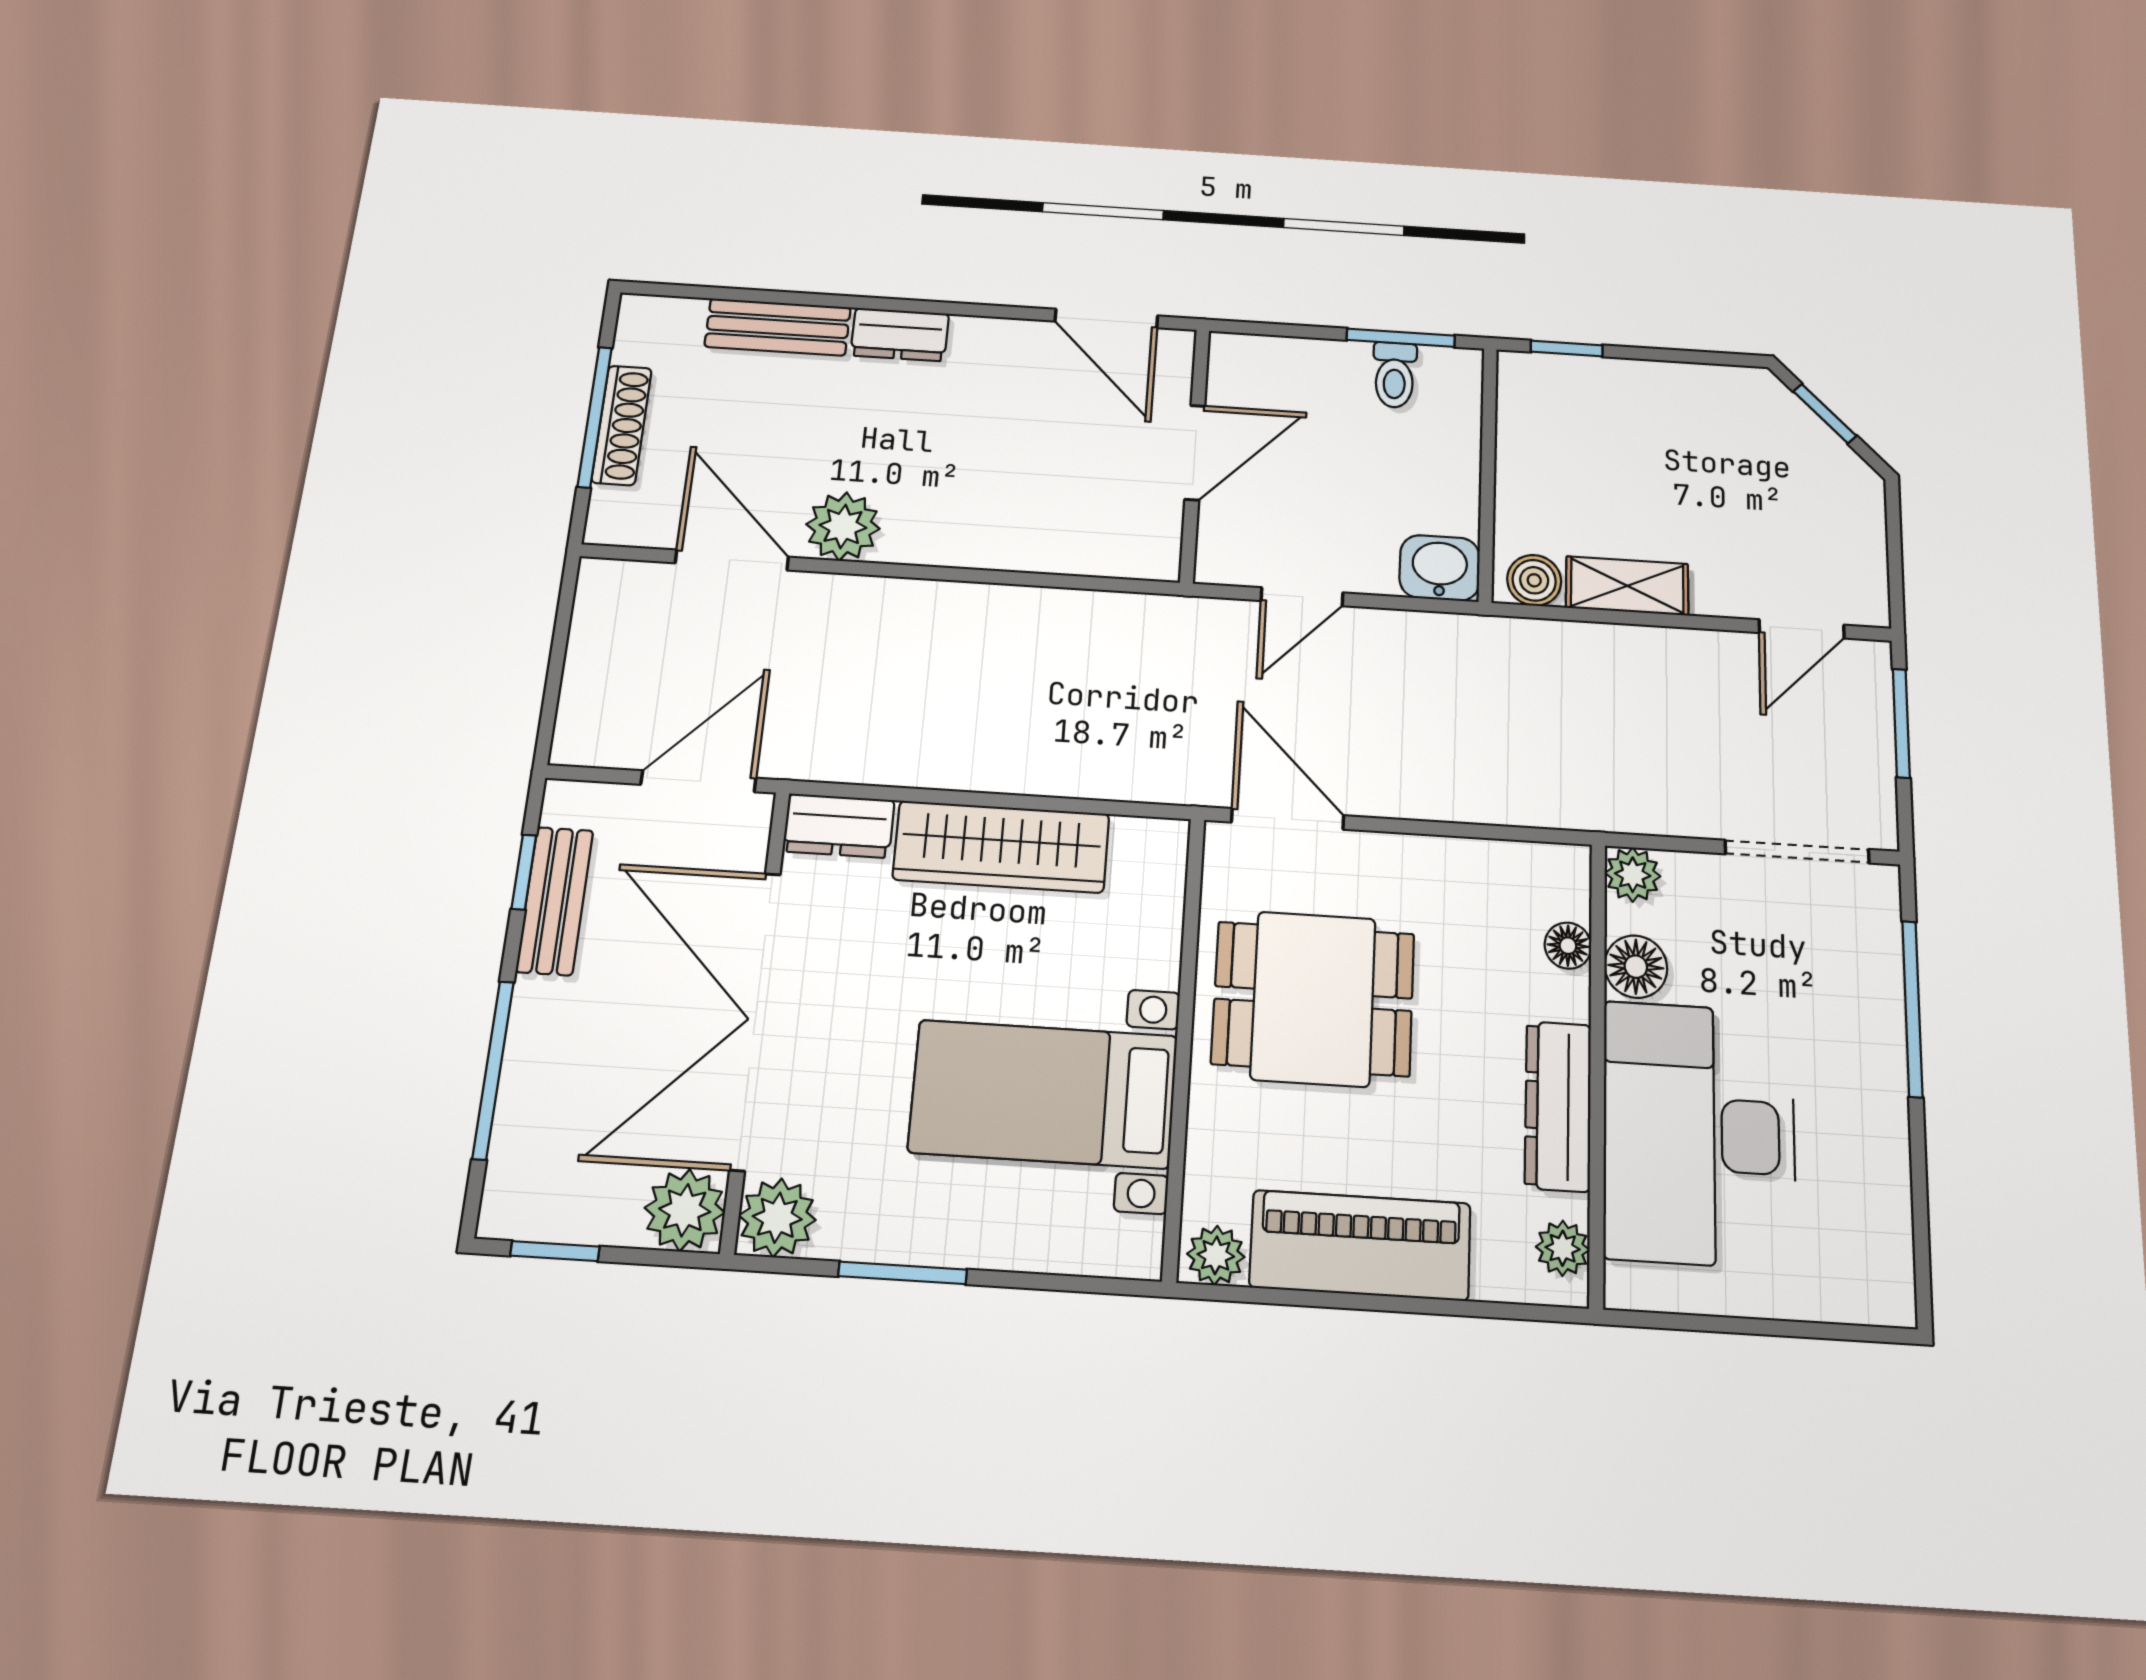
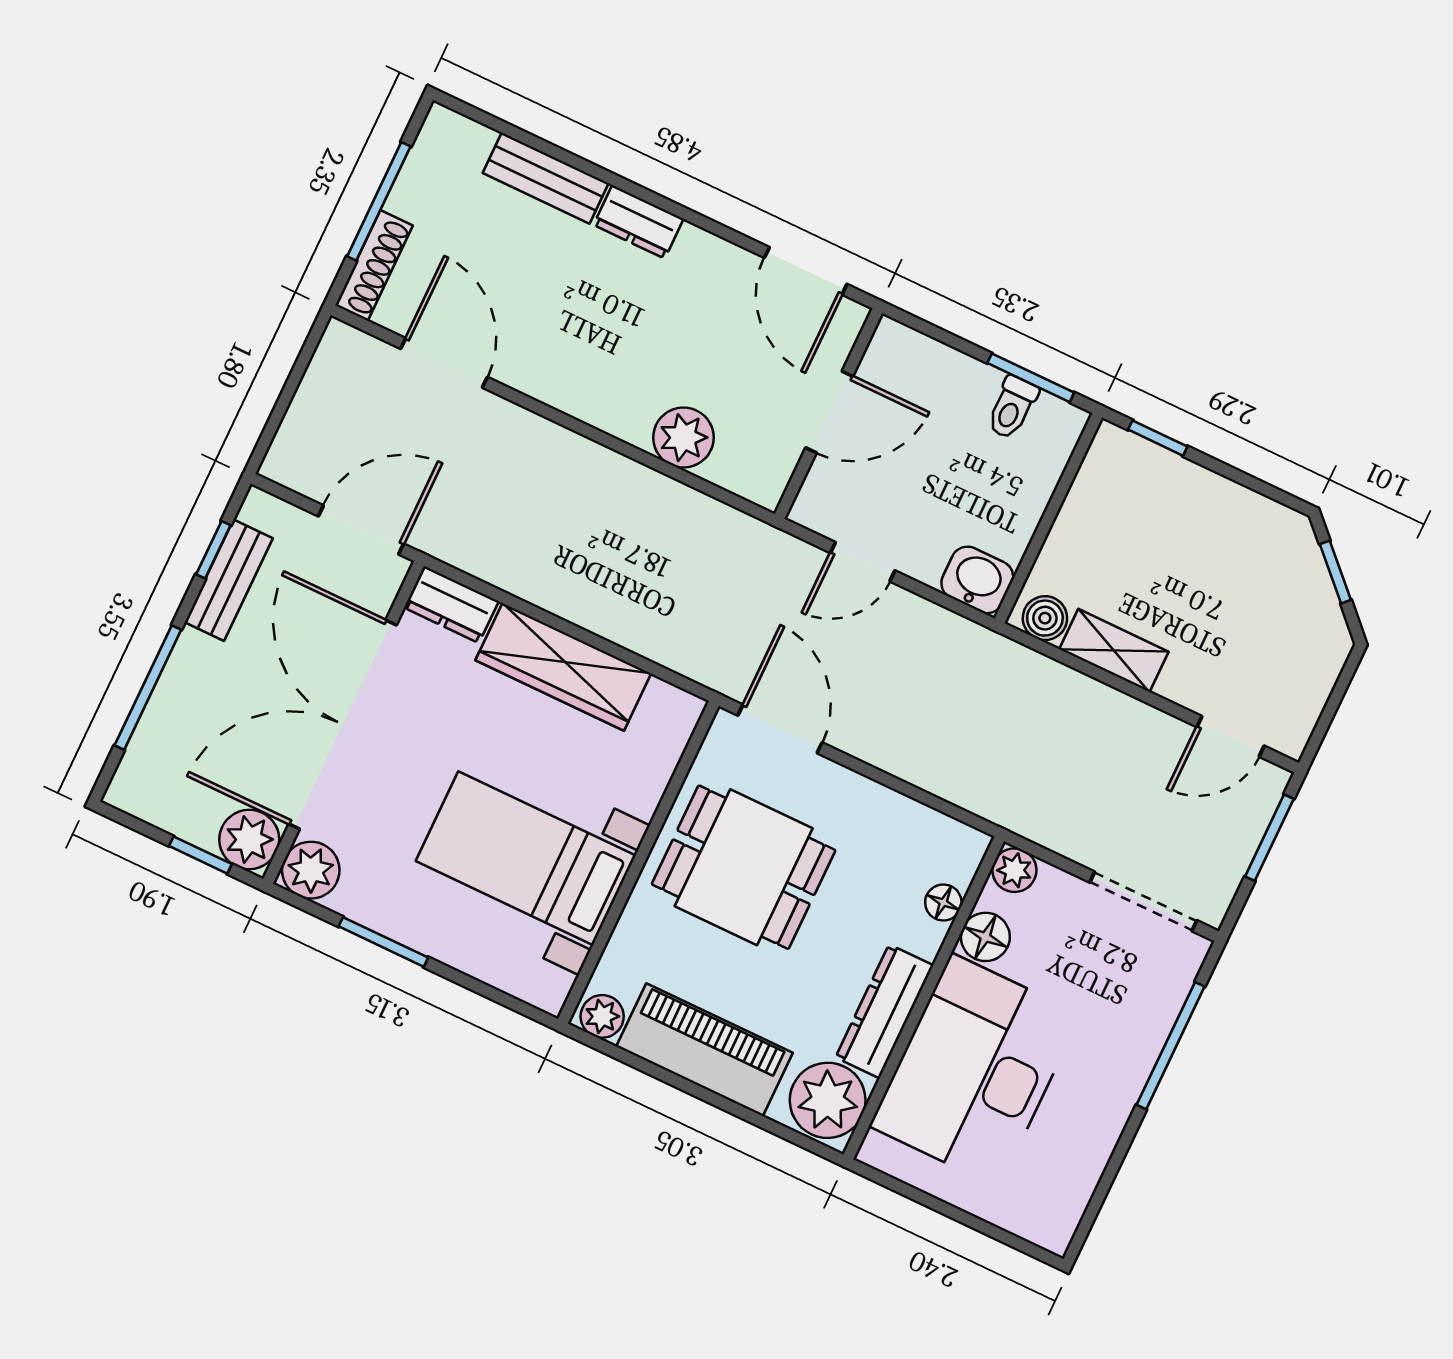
shoe rack: (622, 425) -> (374, 265), moved
plant: (843, 526) -> (683, 438), moved
plant: (1563, 1248) -> (828, 1100), width x1.87, depth x1.87
window: (555, 1251) -> (200, 855), moved

